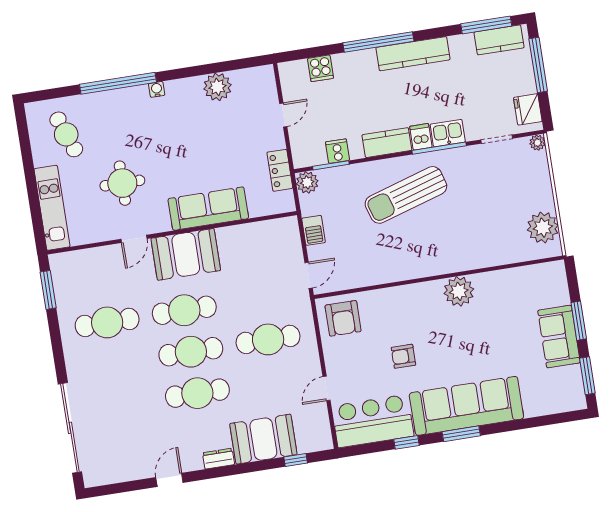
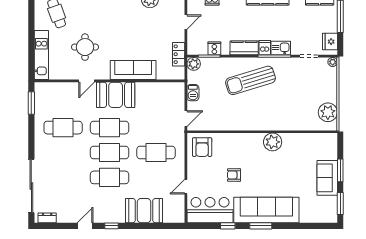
dresser: (218, 459) -> (47, 218), moved
window: (296, 460) -> (111, 226), moved

